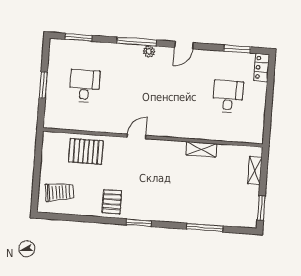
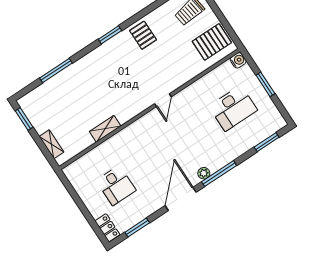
door: (184, 45) -> (181, 199), width x1.88
desk: (84, 86) -> (233, 108), width x1.37
water cooler: (50, 122) -> (238, 60), added
pallet: (86, 151) -> (212, 42), moved

